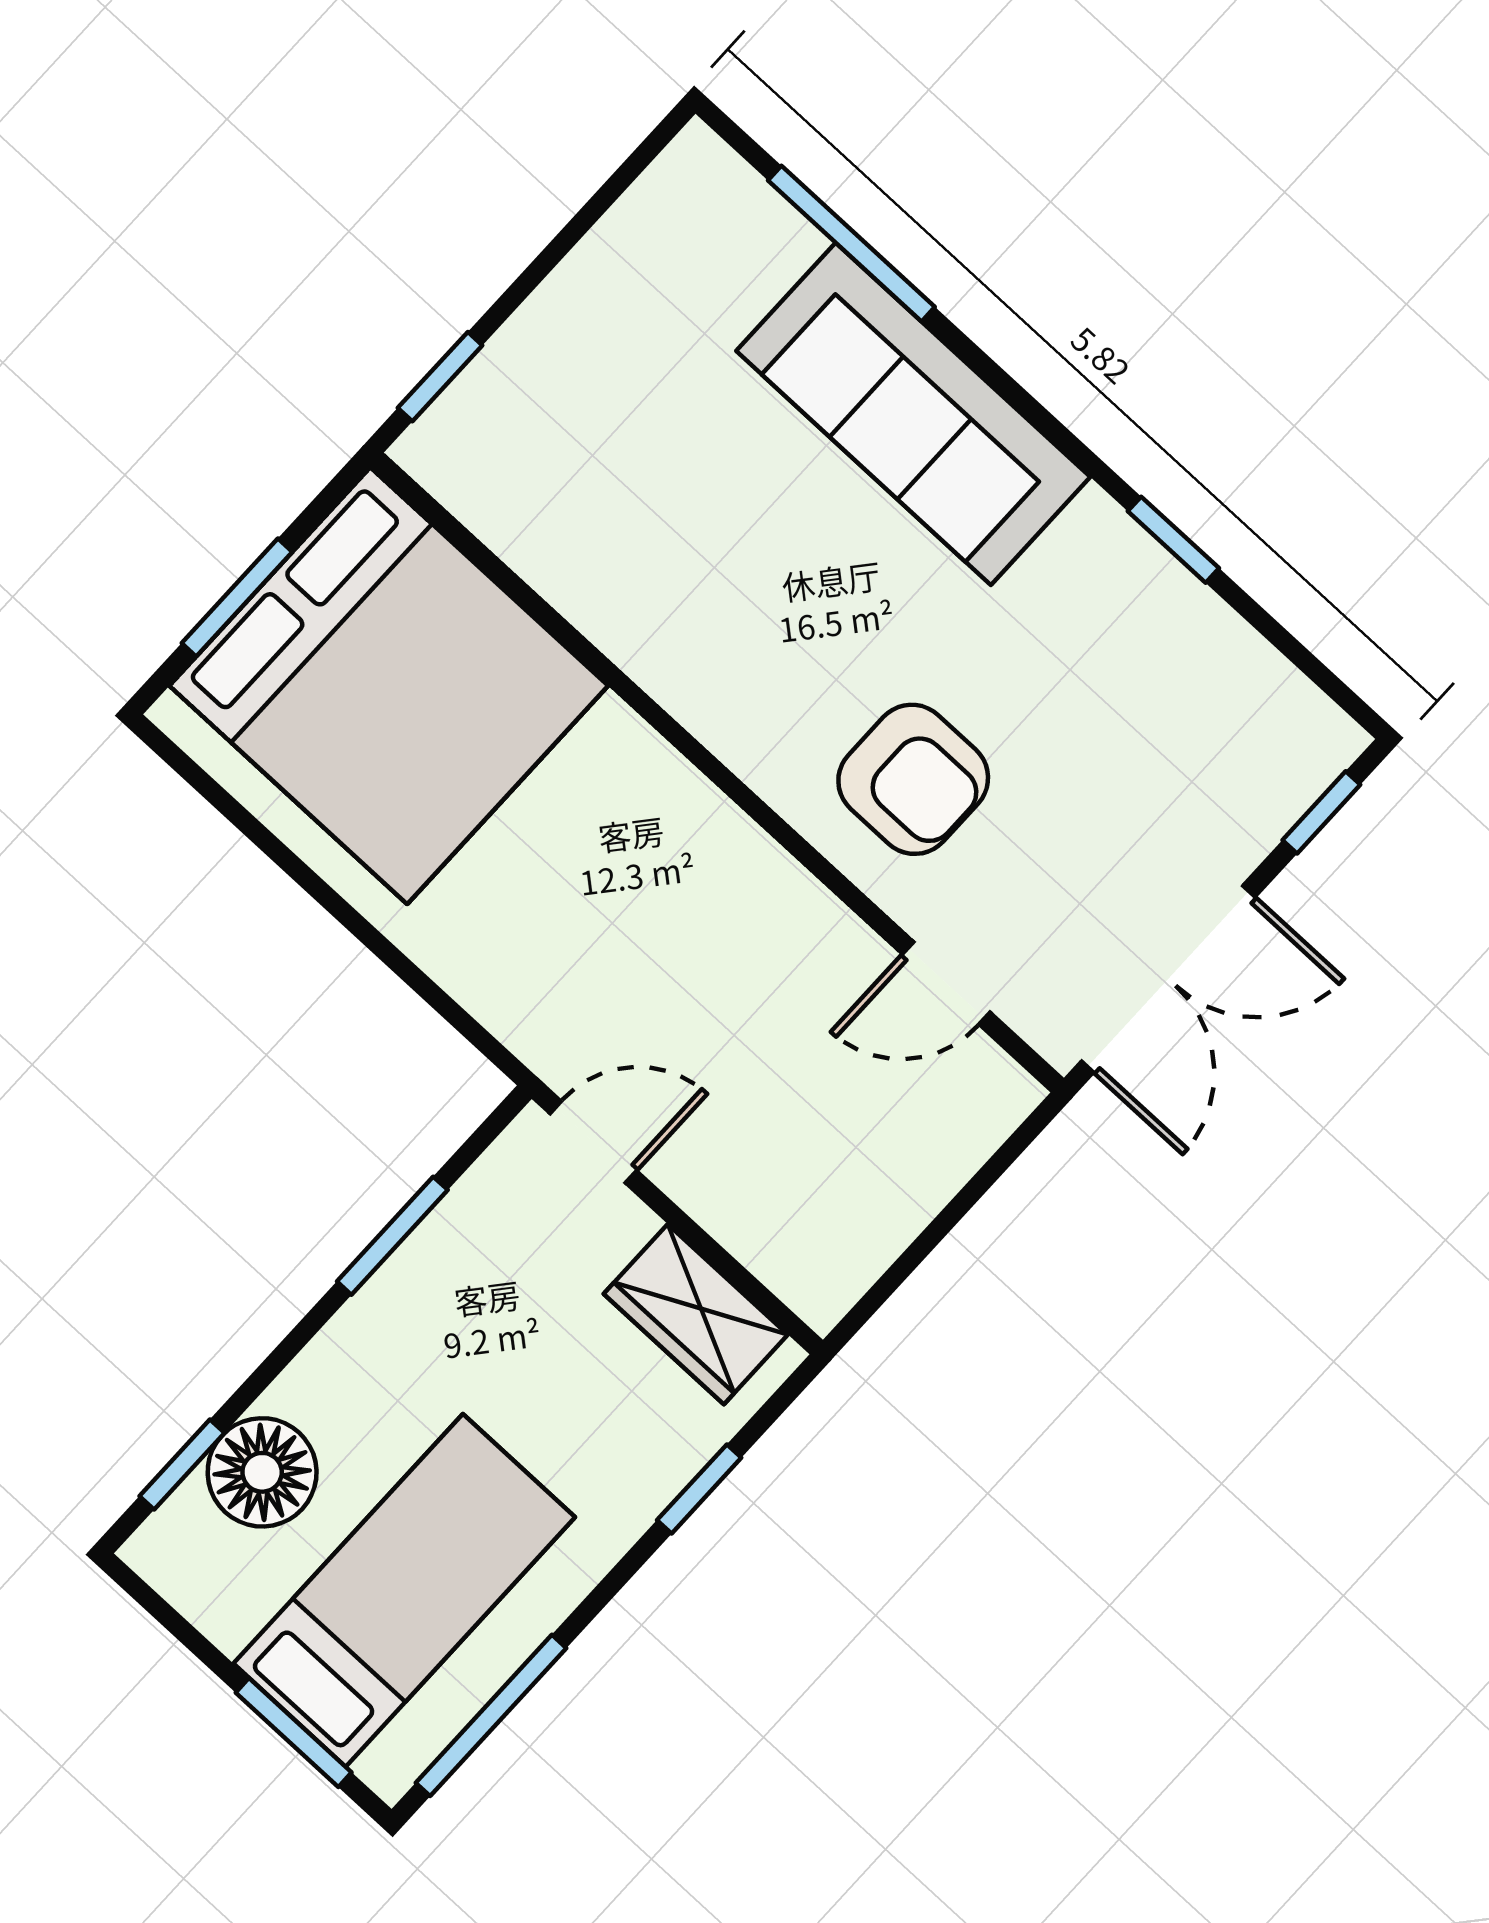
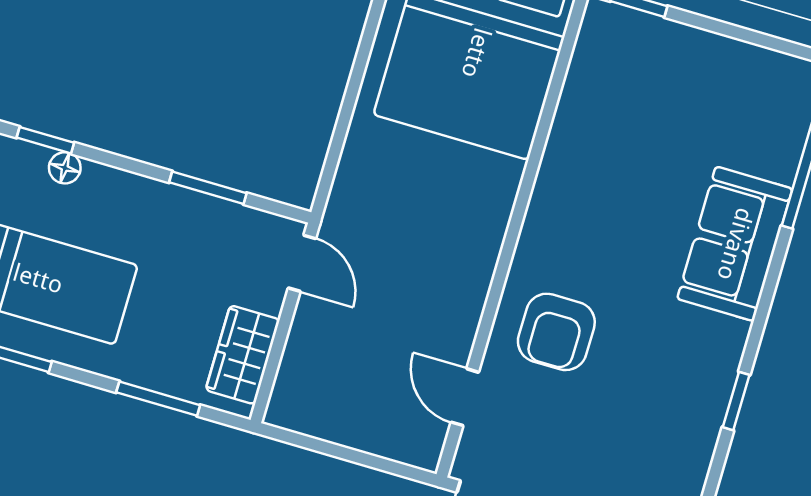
sofa: (913, 414) -> (735, 244), width x0.73
floor lamp: (262, 1472) -> (65, 168), width x0.53, depth x0.53
window: (699, 1489) -> (158, 399), width x1.50

